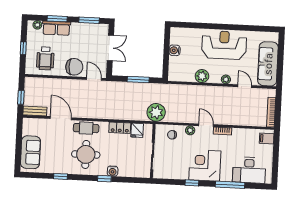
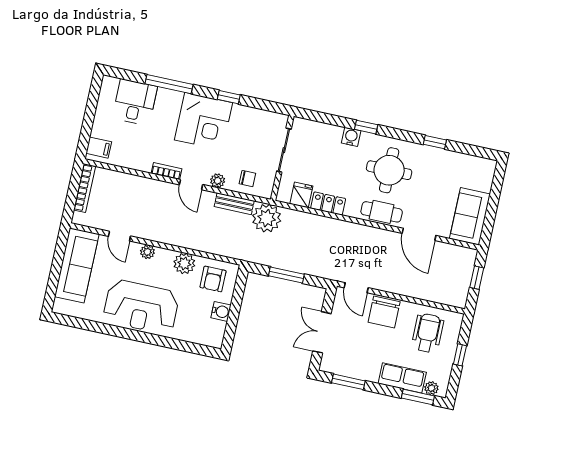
window: (57, 19) -> (418, 397), moved
chair: (74, 67) -> (384, 312), turned -90
armchair: (183, 69) -> (213, 279), added
bench: (35, 111) -> (234, 204), moved
sofa: (31, 152) -> (470, 216), moved
desk: (249, 170) -> (135, 102), width x0.73

